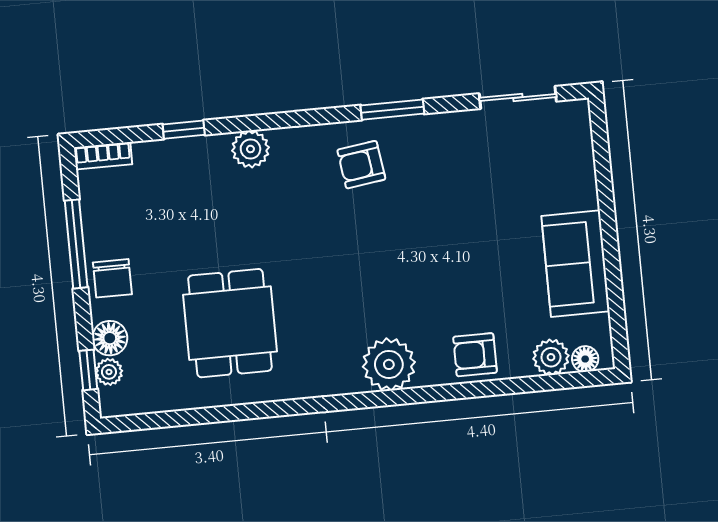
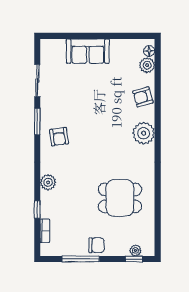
sliding door: (518, 97) -> (37, 81), moved
bookcase: (103, 156) -> (45, 231), moved
sofa: (576, 264) -> (88, 51), moved
floor lamp: (110, 338) -> (121, 249), removed
armchair: (475, 355) -> (143, 97), turned 74

